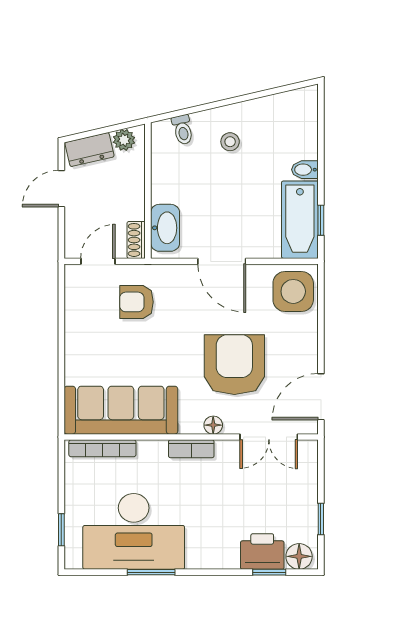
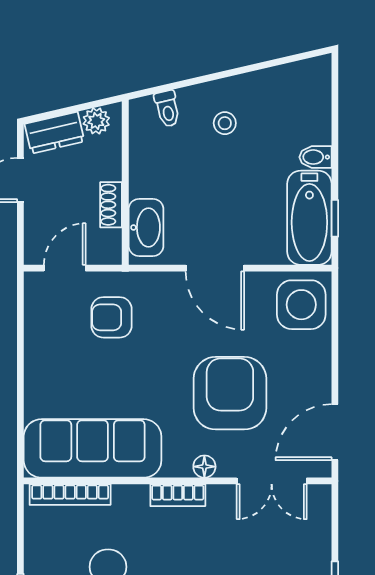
shoe rack: (136, 240) -> (111, 205), moved

